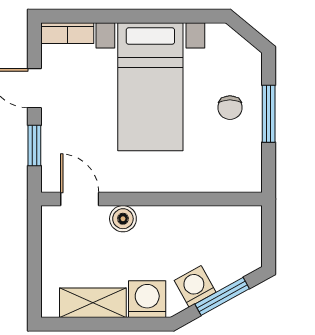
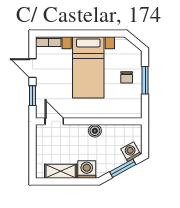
boiler: (123, 219) -> (95, 131), moved
washing machine: (195, 286) -> (131, 152), moved

